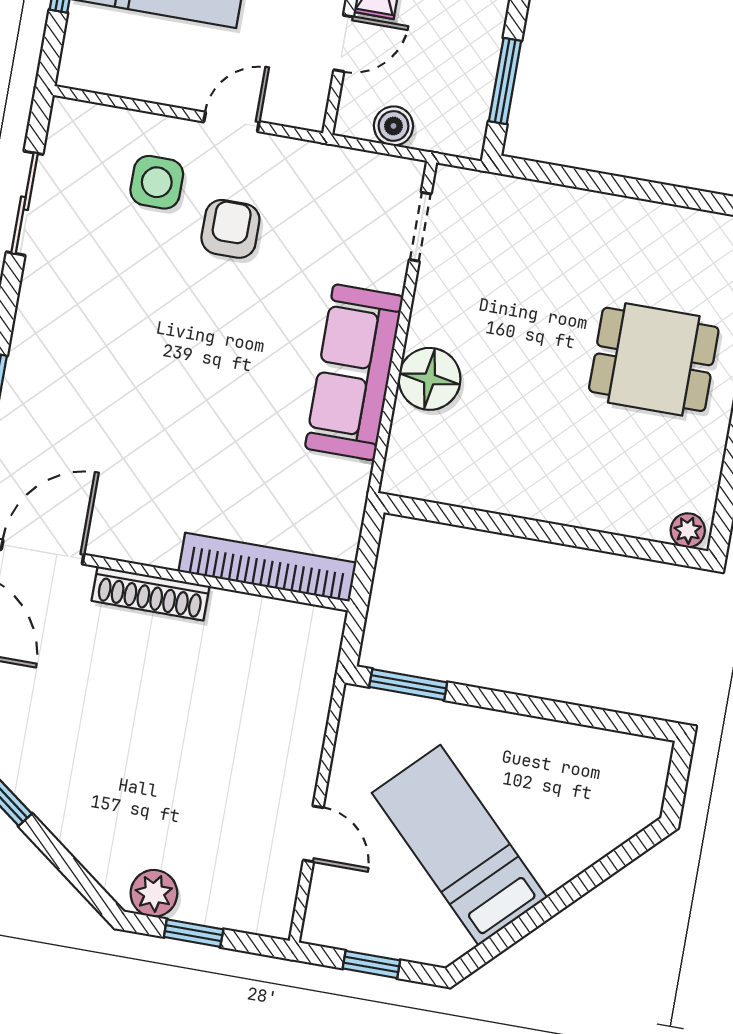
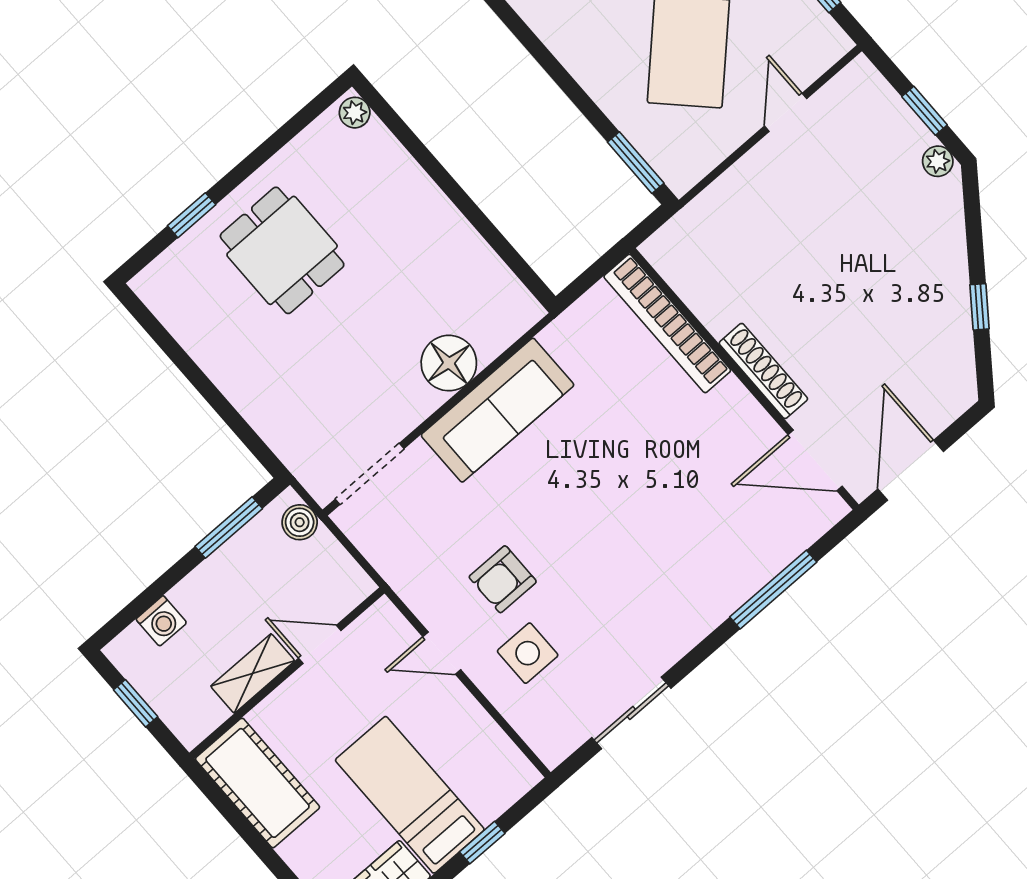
boiler: (393, 126) -> (300, 522), moved
doorway: (420, 227) -> (370, 474), width x1.38
plant: (154, 893) -> (938, 161), width x0.73, depth x0.73

